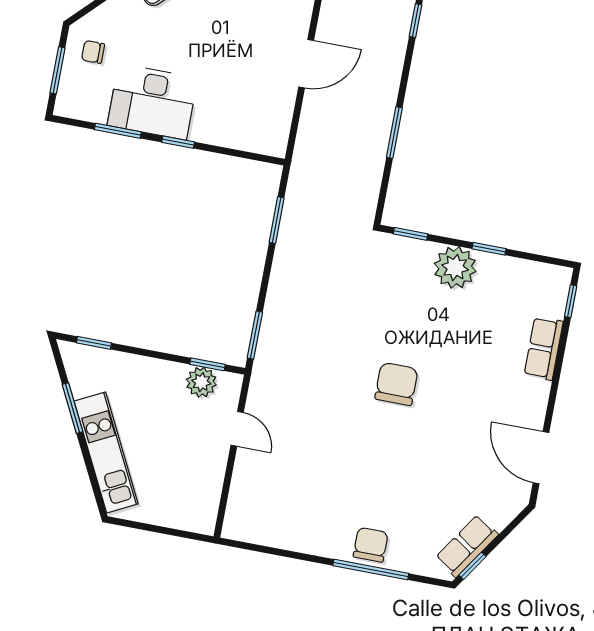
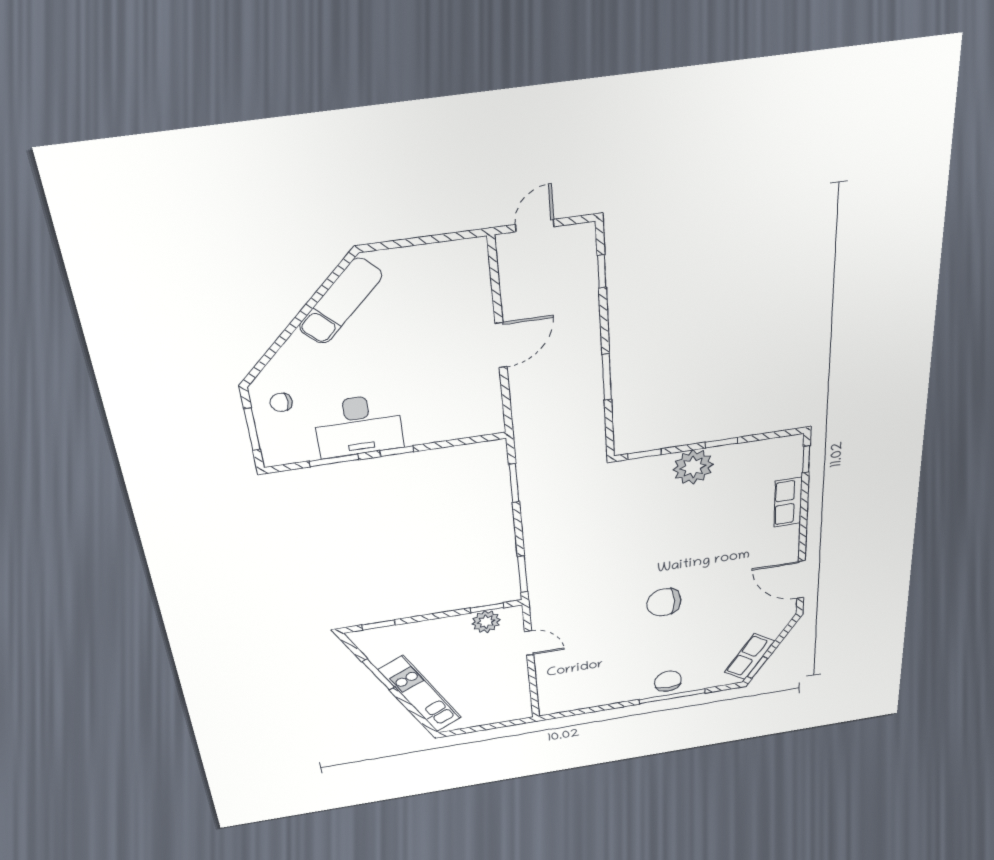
chair: (396, 384) -> (664, 602), moved, turned -90

